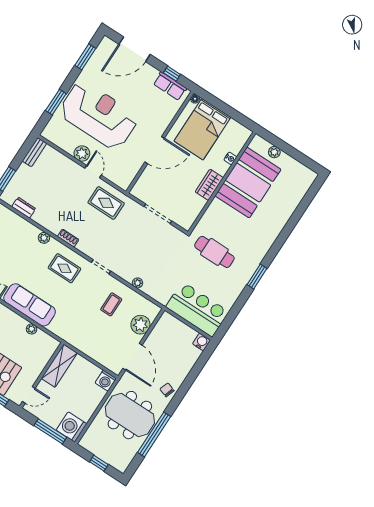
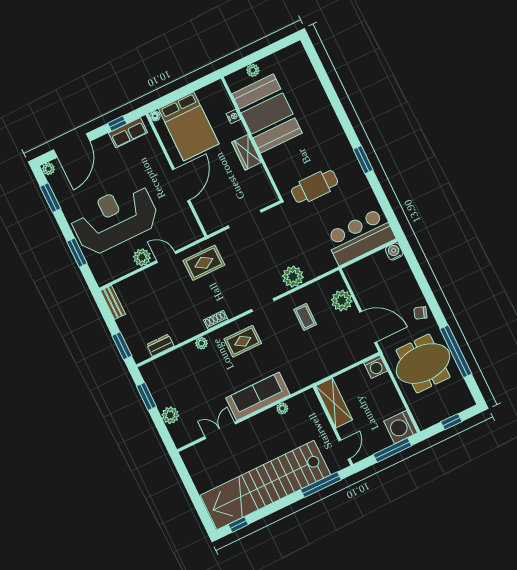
plant: (106, 42) -> (48, 169), added
plant: (137, 283) -> (293, 277), width x1.88, depth x1.88

